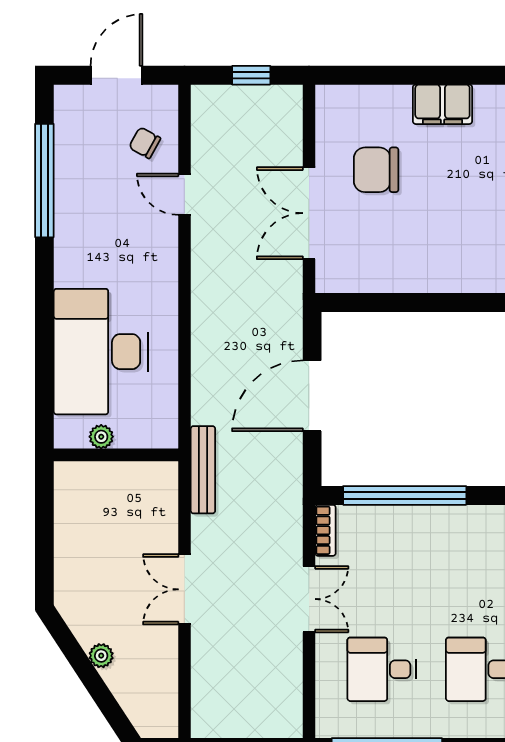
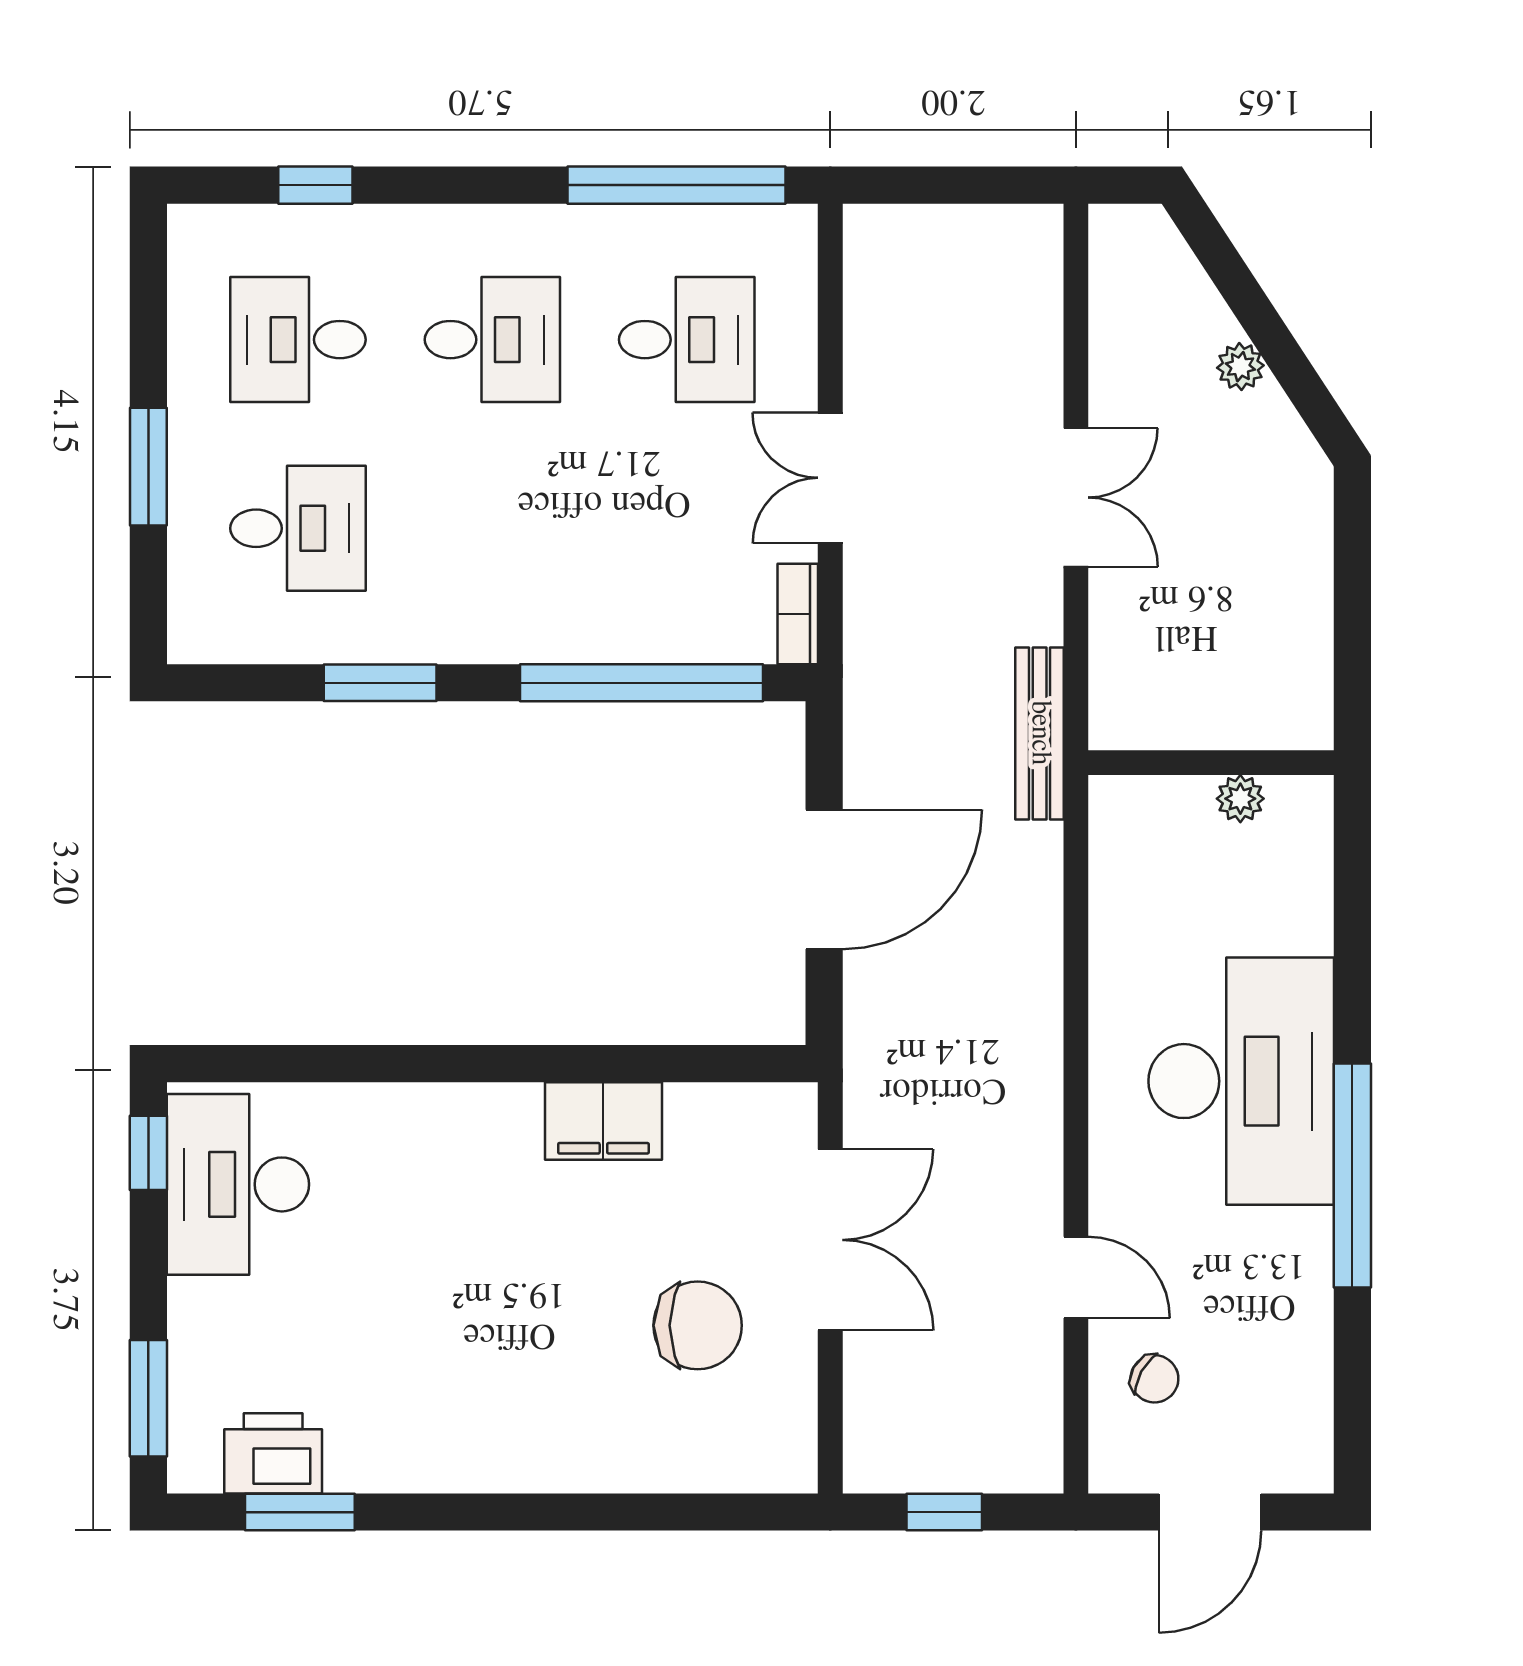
filing cabinet: (442, 104) -> (603, 1121), moved, turned 180
window: (44, 181) -> (1352, 1175), moved
desk: (101, 352) -> (1241, 1081), moved

